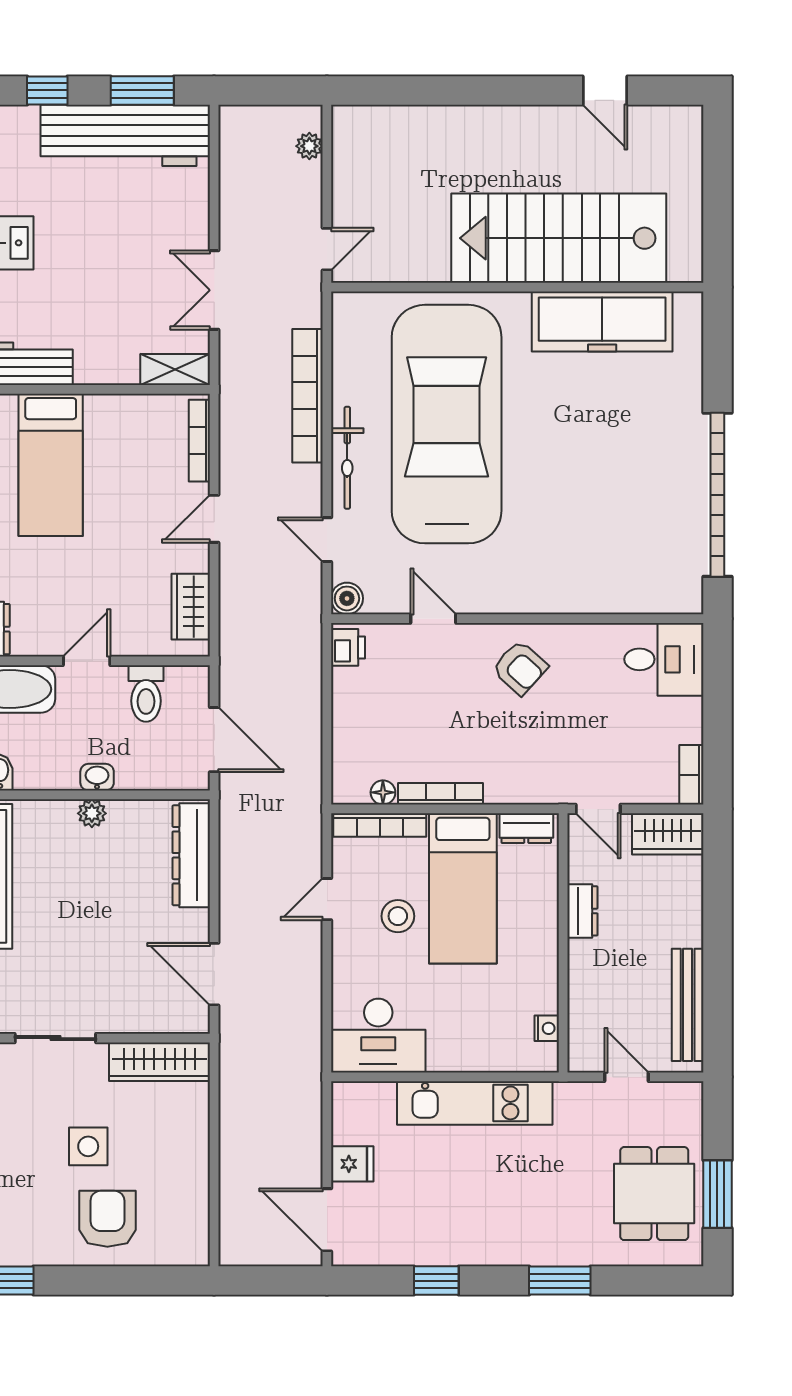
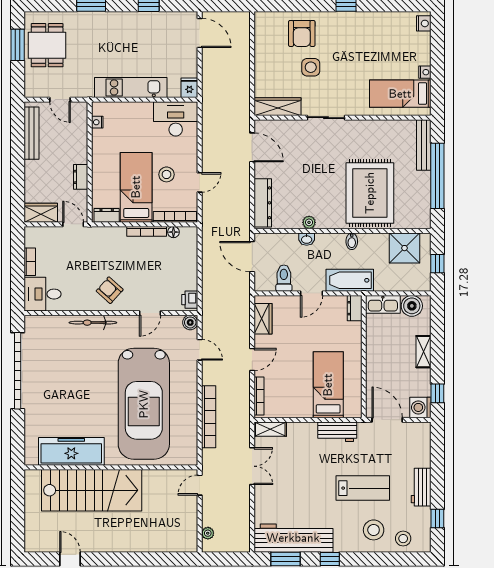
bicycle: (347, 458) -> (93, 323), moved, turned -90
door: (433, 619) -> (150, 313), hinge flipped
bookcase: (691, 775) -> (30, 262), moved
fridge: (352, 1164) -> (189, 88), moved, turned 90

